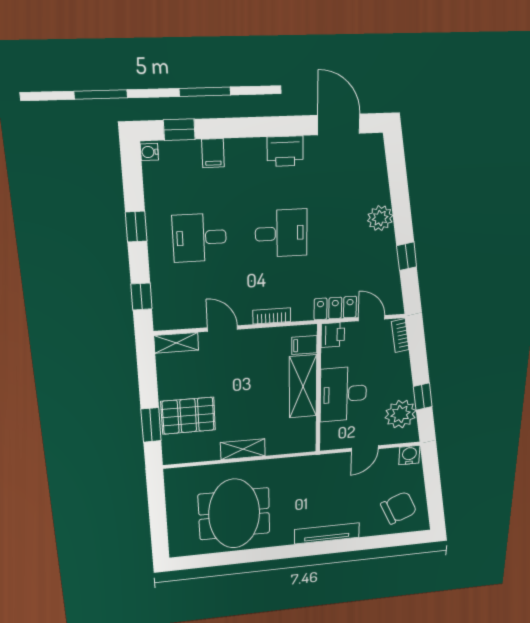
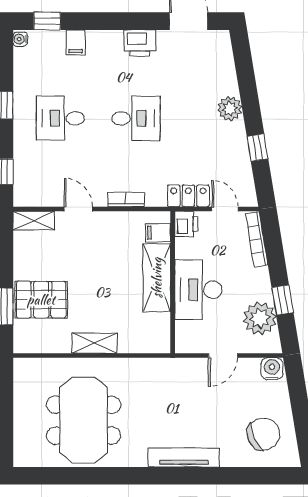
bookcase: (400, 336) -> (257, 240), width x1.56

